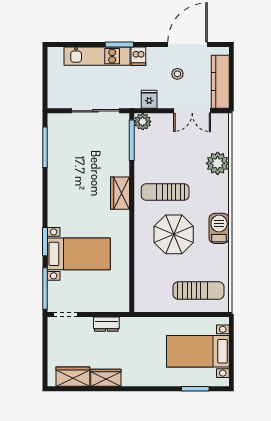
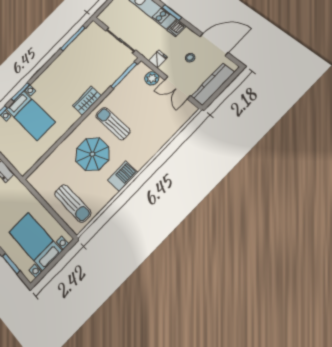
plant: (143, 122) -> (152, 78), moved
plant: (218, 163) -> (161, 134), removed

